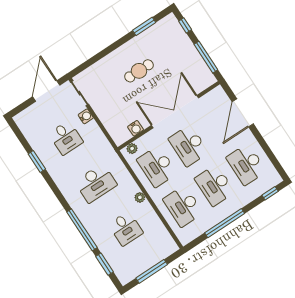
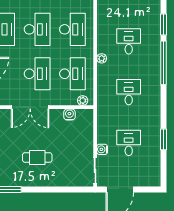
double door: (175, 112) -> (30, 107), width x0.73
desk: (96, 183) -> (129, 92), width x0.73

